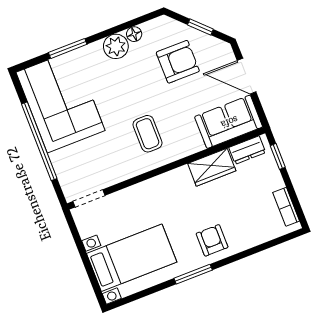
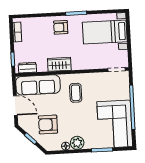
sofa: (229, 122) -> (38, 85), width x1.36
wardrobe: (212, 167) -> (59, 64), moved
armchair: (212, 240) -> (61, 27), turned 90

